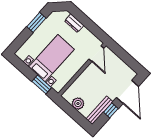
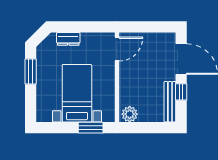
door: (96, 54) -> (117, 49), hinge flipped
plant: (78, 104) -> (130, 114), moved

